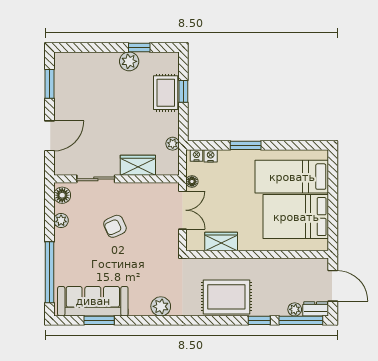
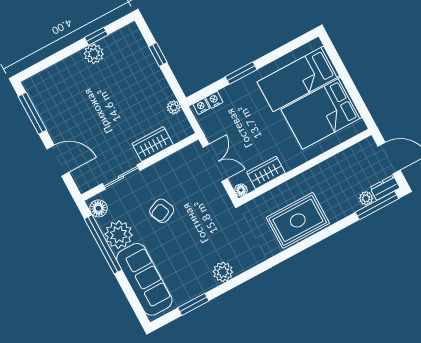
window: (50, 84) -> (32, 113), width x1.44
rug: (166, 93) -> (142, 64), removed
door: (50, 136) -> (58, 161), hinge flipped
floor lamp: (192, 181) -> (241, 190), moved
plant: (61, 220) -> (119, 235), width x1.88, depth x1.88
window: (50, 272) -> (103, 244), moved
sofa: (93, 301) -> (144, 279), moved, turned 90
plant: (161, 306) -> (223, 272), moved
window: (259, 320) -> (339, 226), removed

